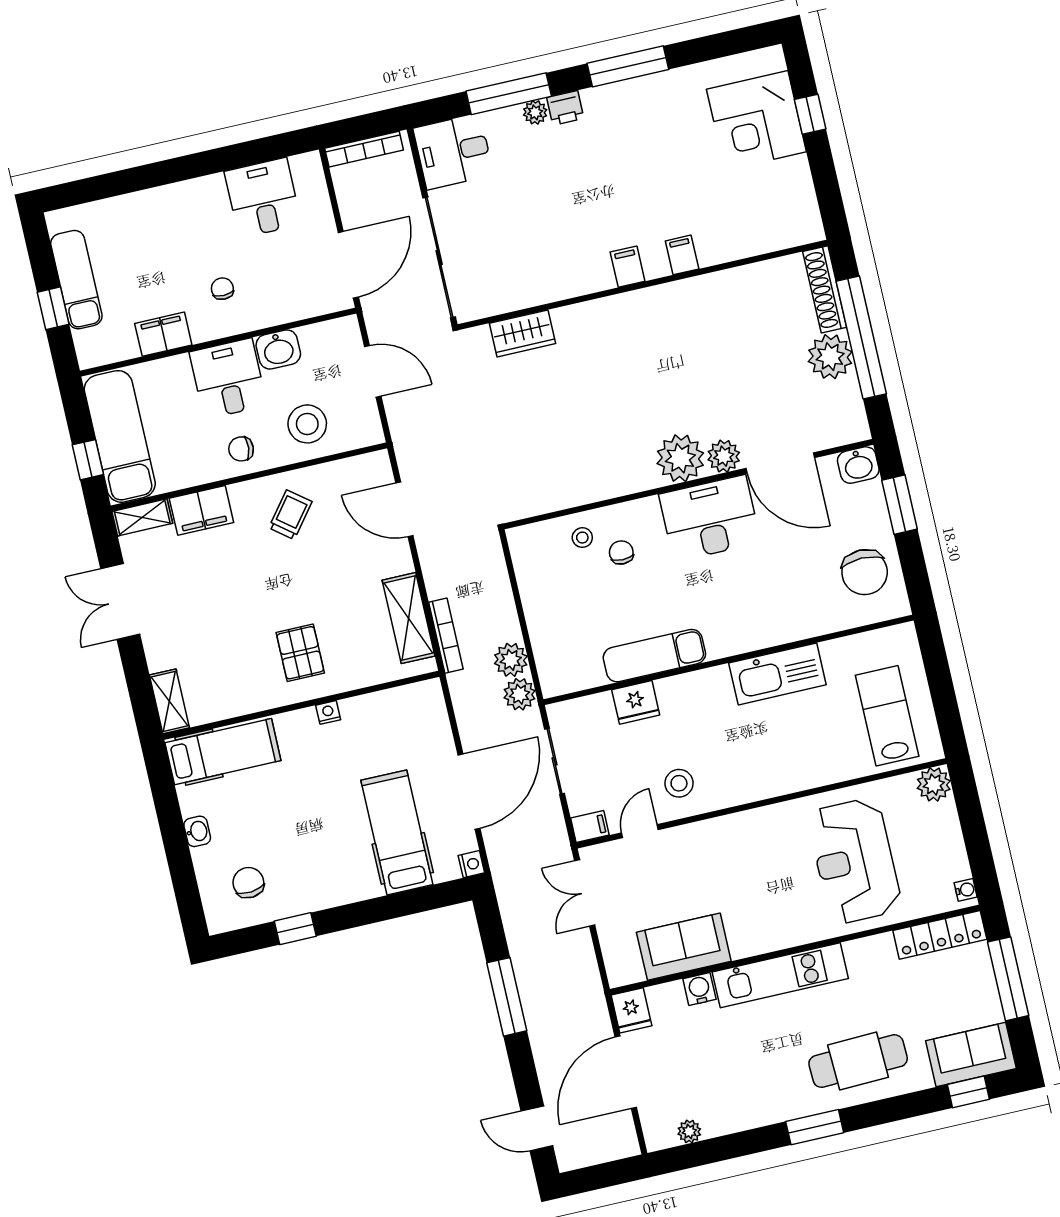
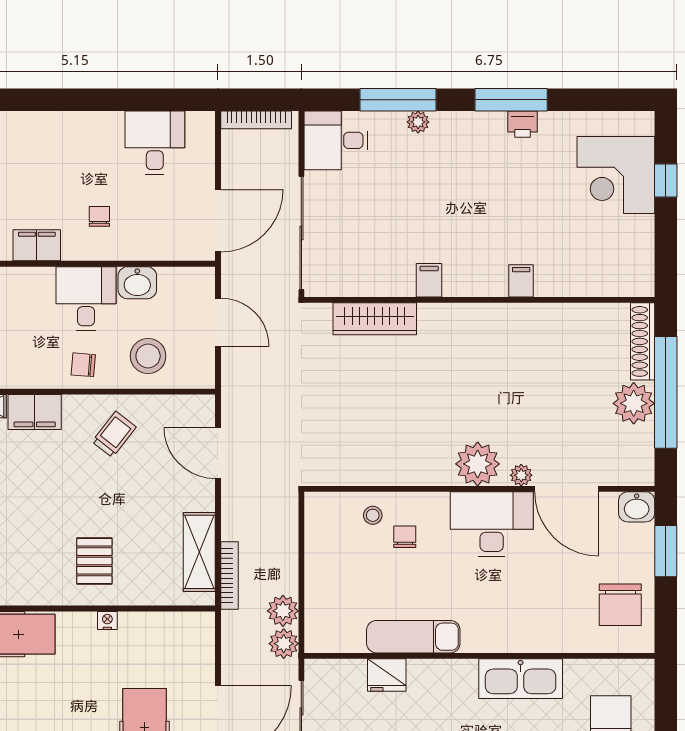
printer: (565, 108) -> (523, 124), moved
filing cabinet: (628, 267) -> (429, 280), moved
wardrobe: (522, 333) -> (375, 319), width x1.50
plant: (724, 456) -> (521, 475), width x0.73, depth x0.73

